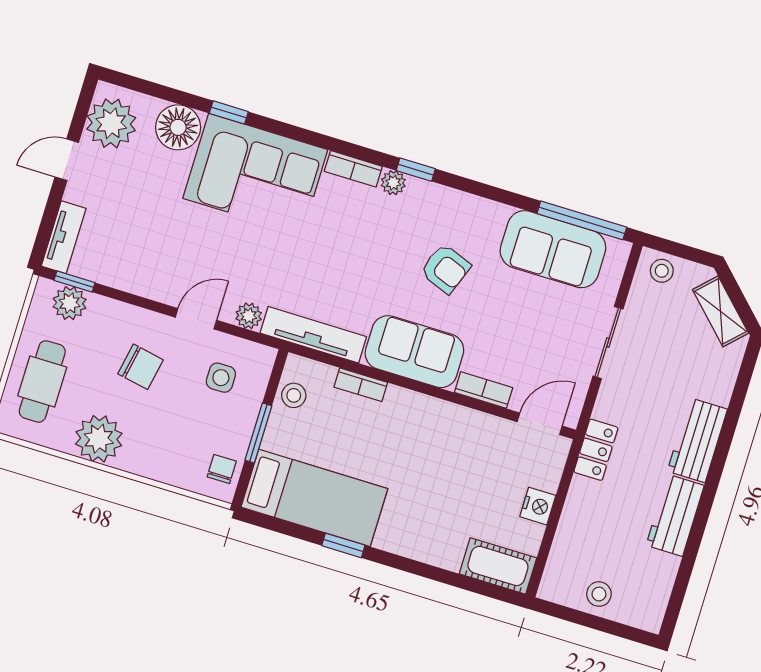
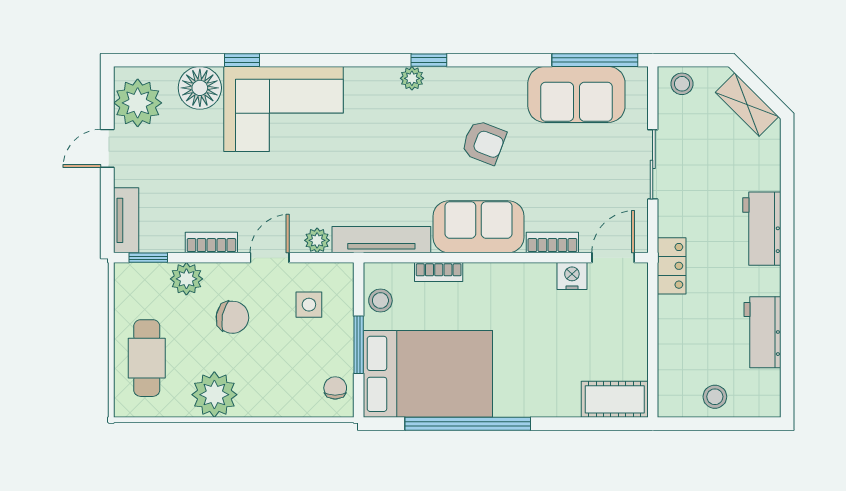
bookcase: (353, 169) -> (211, 243), moved, turned 180
plant: (70, 303) -> (186, 279), moved
bed: (314, 498) -> (428, 374), width x1.50
nightstand: (538, 506) -> (572, 276), moved, turned -90
workbench: (675, 515) -> (762, 332), moved
window: (343, 545) -> (468, 424), width x3.17

